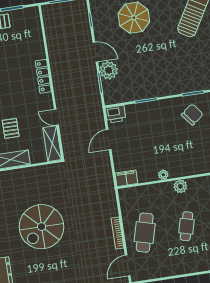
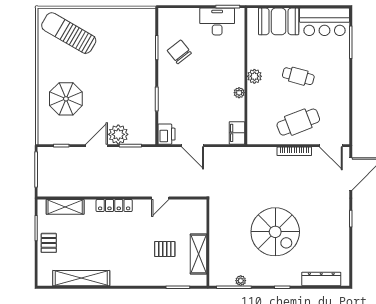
shelving: (52, 144) -> (65, 207), moved
cafe table: (145, 233) -> (298, 122), turned -36

